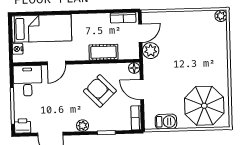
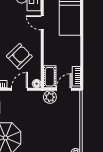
door: (140, 33) -> (64, 89), swing flipped
cot: (103, 52) -> (50, 77), moved

